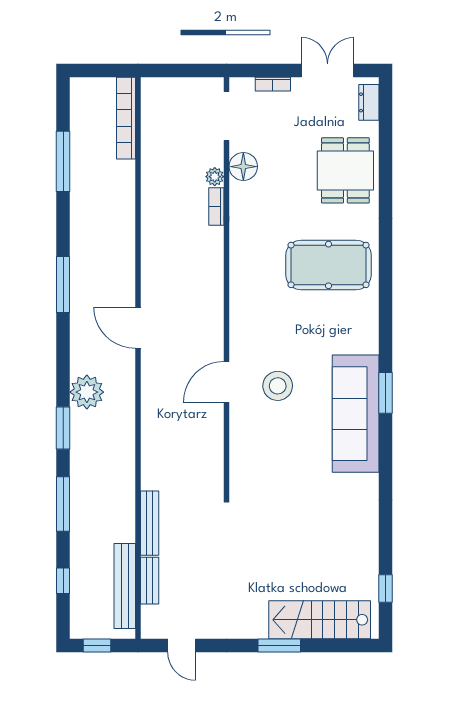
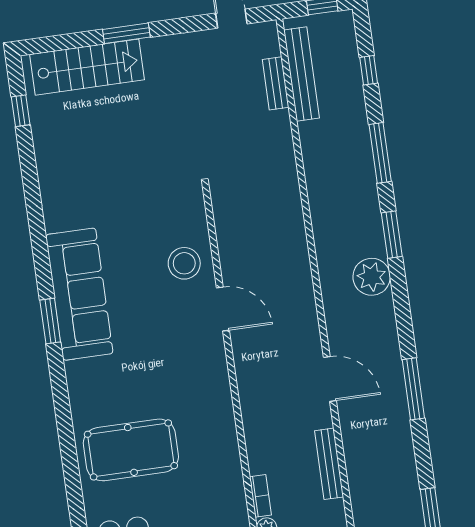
door: (138, 328) -> (330, 379), moved
door: (227, 382) -> (223, 309), hinge flipped
stool: (278, 386) -> (184, 263), moved
bench: (150, 523) -> (329, 464), moved

